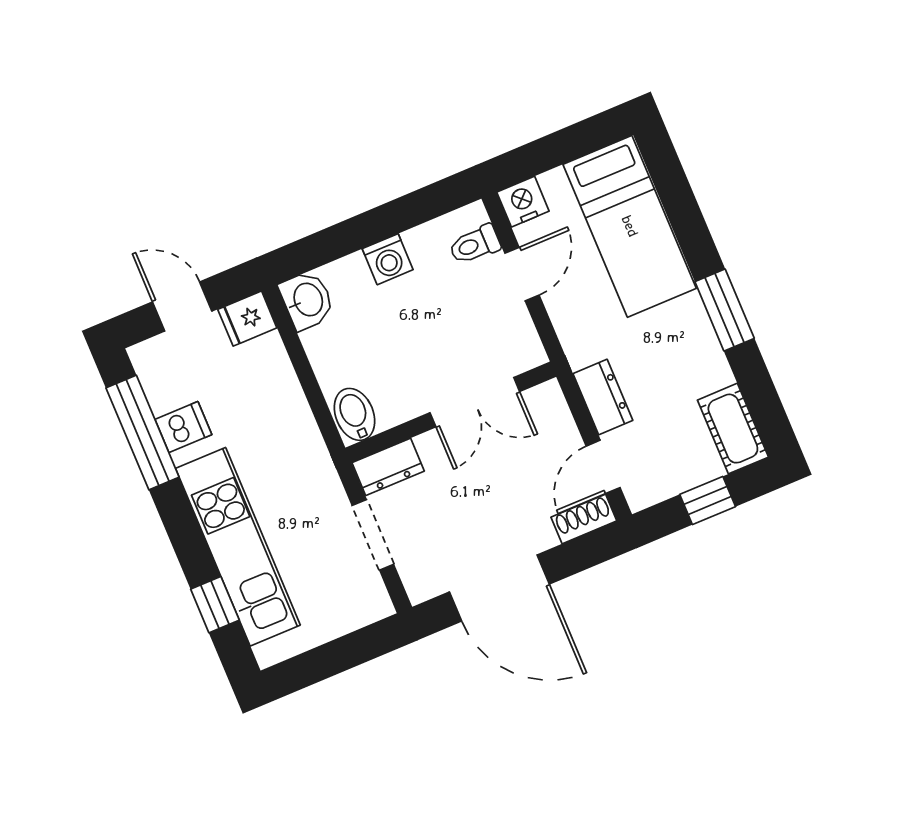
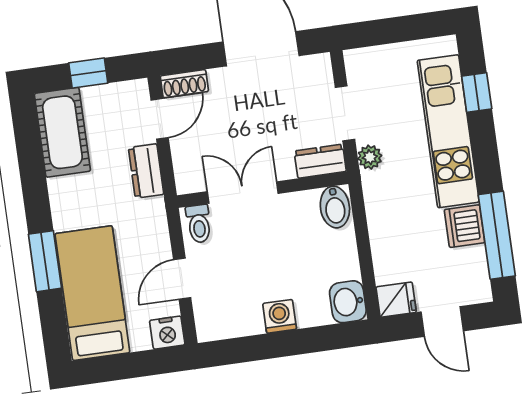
toilet: (475, 245) -> (199, 224), moved, turned 90
window: (725, 310) -> (45, 261), moved
dishwasher: (183, 427) -> (464, 226), width x1.38
cot: (733, 429) -> (62, 132), width x1.37, depth x1.34
plant: (327, 488) -> (370, 157), added

